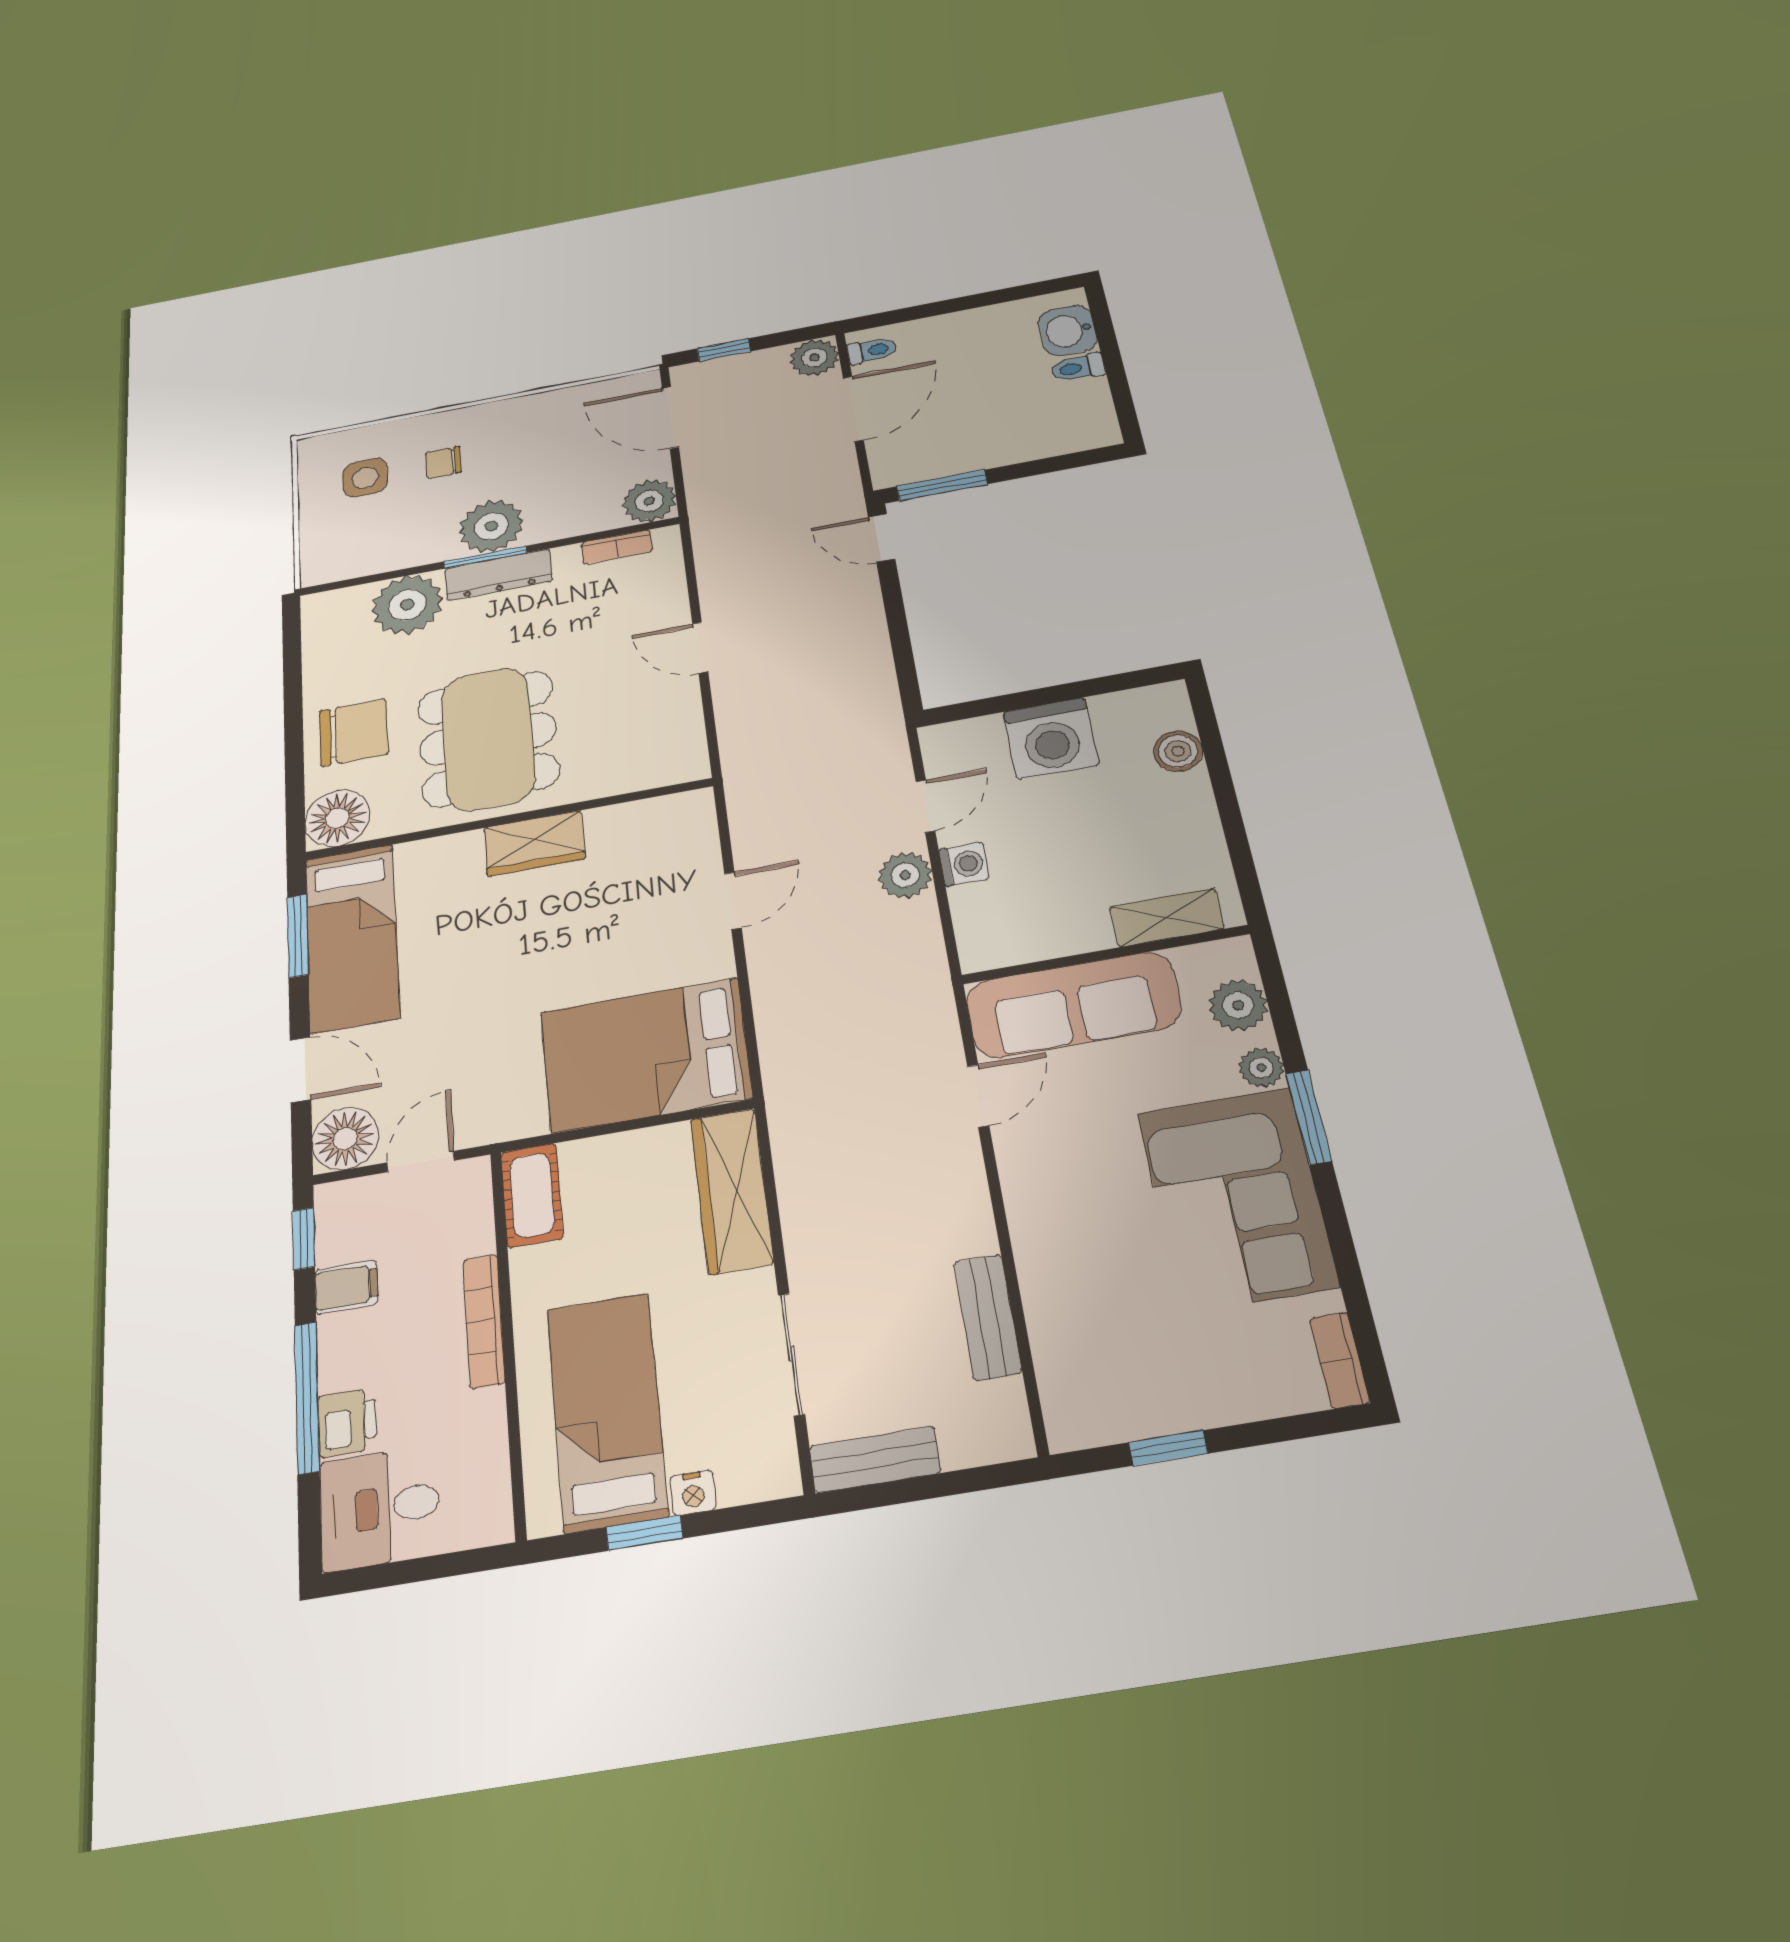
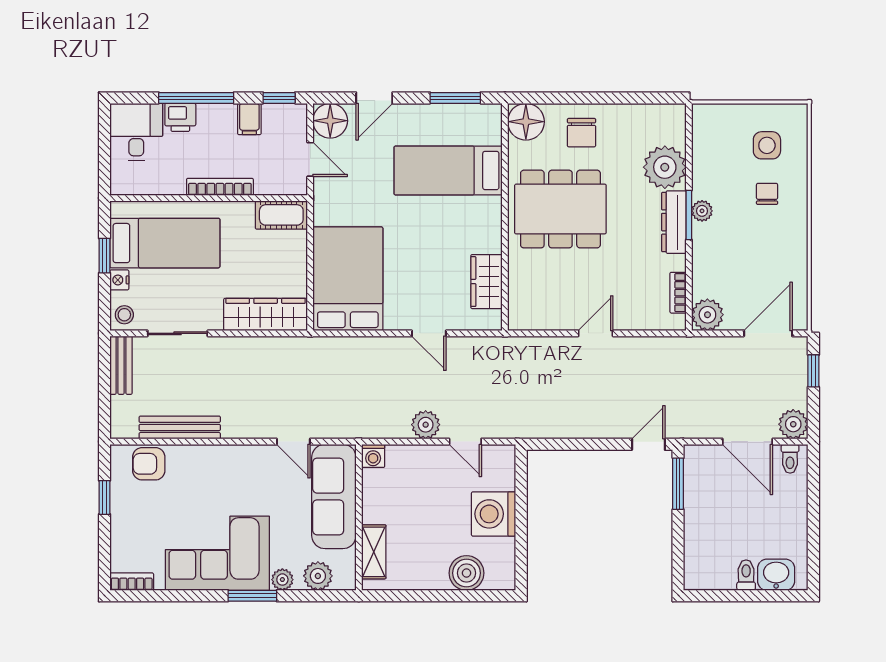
plant: (491, 526) -> (702, 211), width x0.53, depth x0.53
chair: (354, 733) -> (581, 133), width x0.73, depth x0.73
boiler: (1178, 751) -> (466, 573), width x1.36, depth x1.36
wardrobe: (534, 843) -> (487, 282), moved
washing machine: (964, 864) -> (373, 456), moved
bed: (352, 938) -> (448, 170), moved
bench: (988, 1317) -> (180, 427), width x1.36
armchair: (1076, 1367) -> (149, 464), added
stool: (766, 1470) -> (124, 315), added

